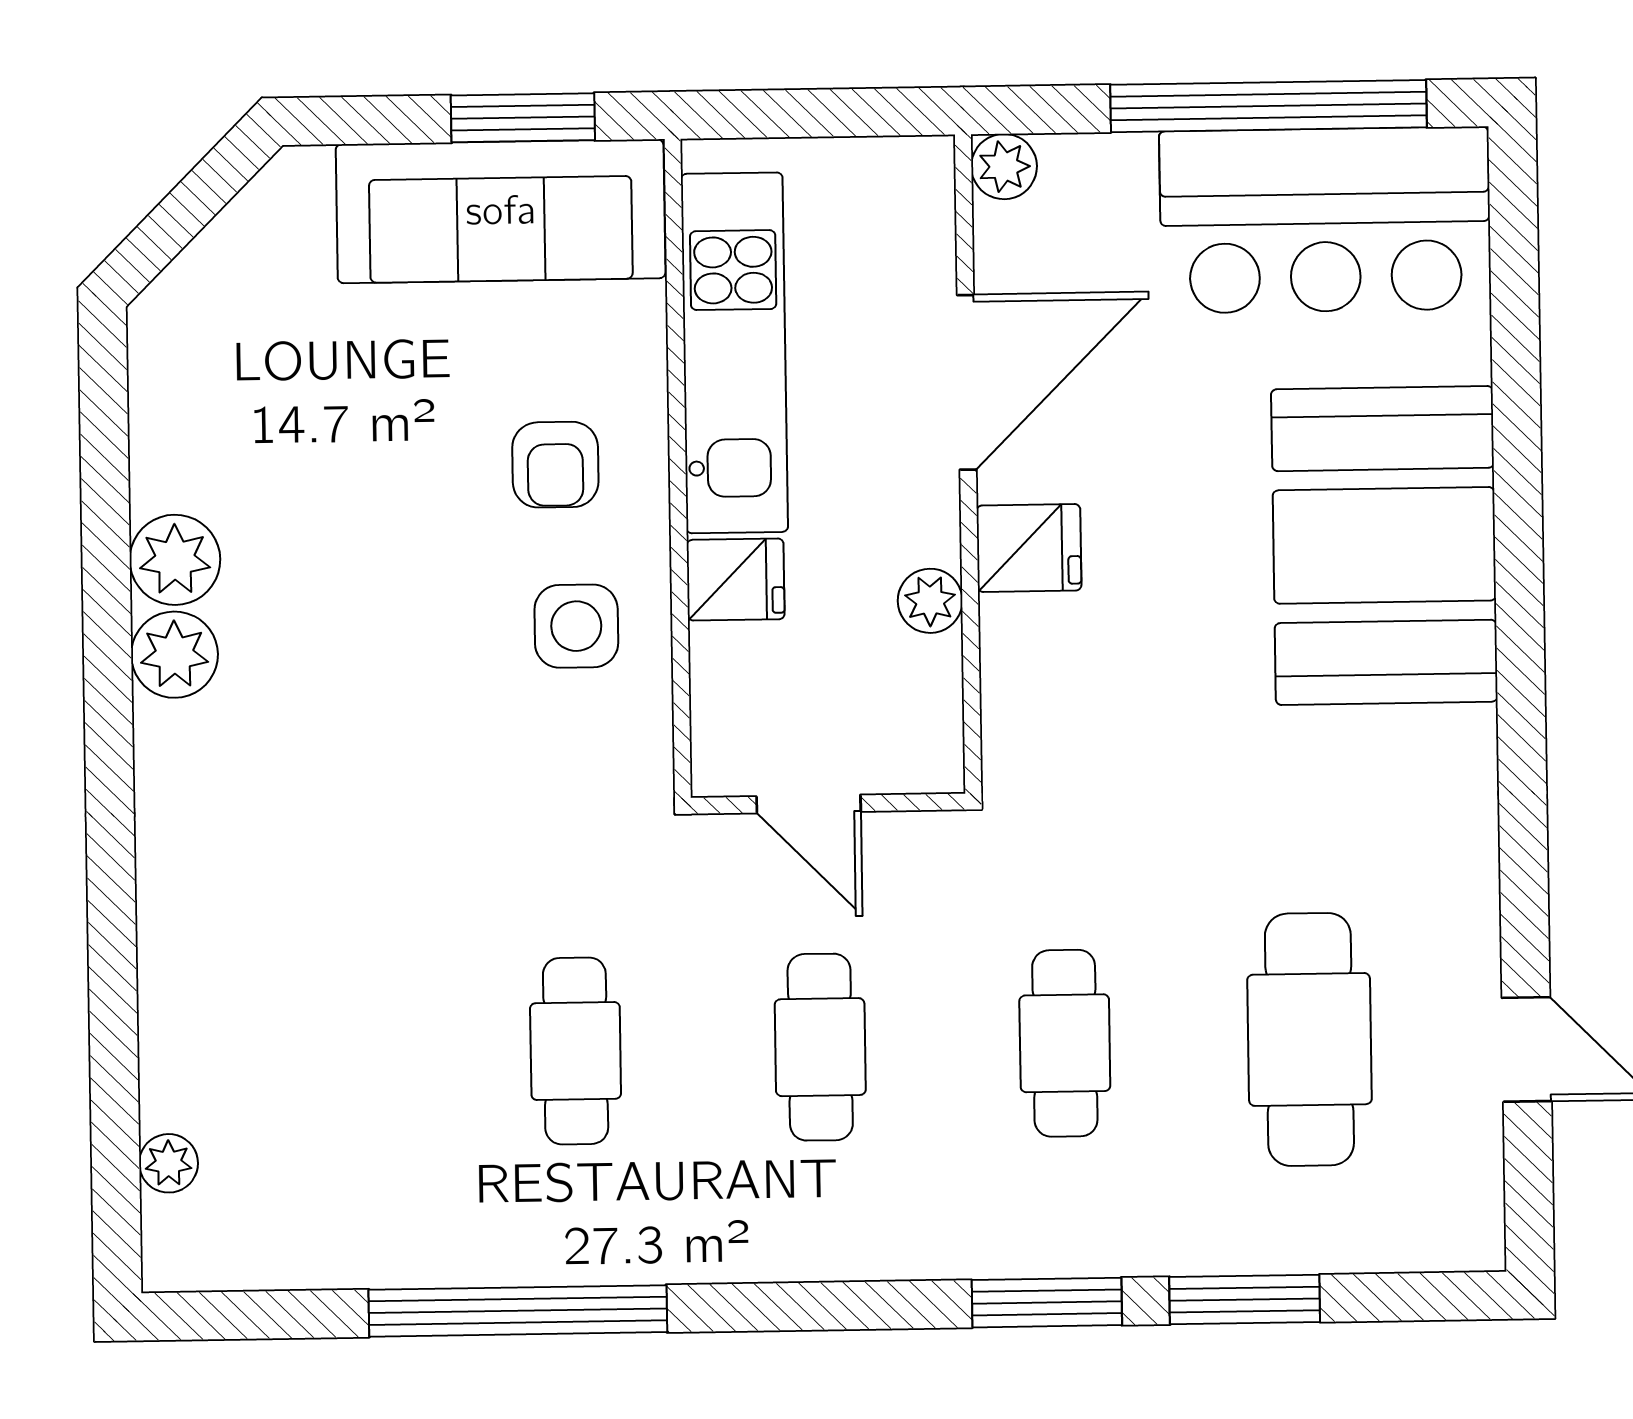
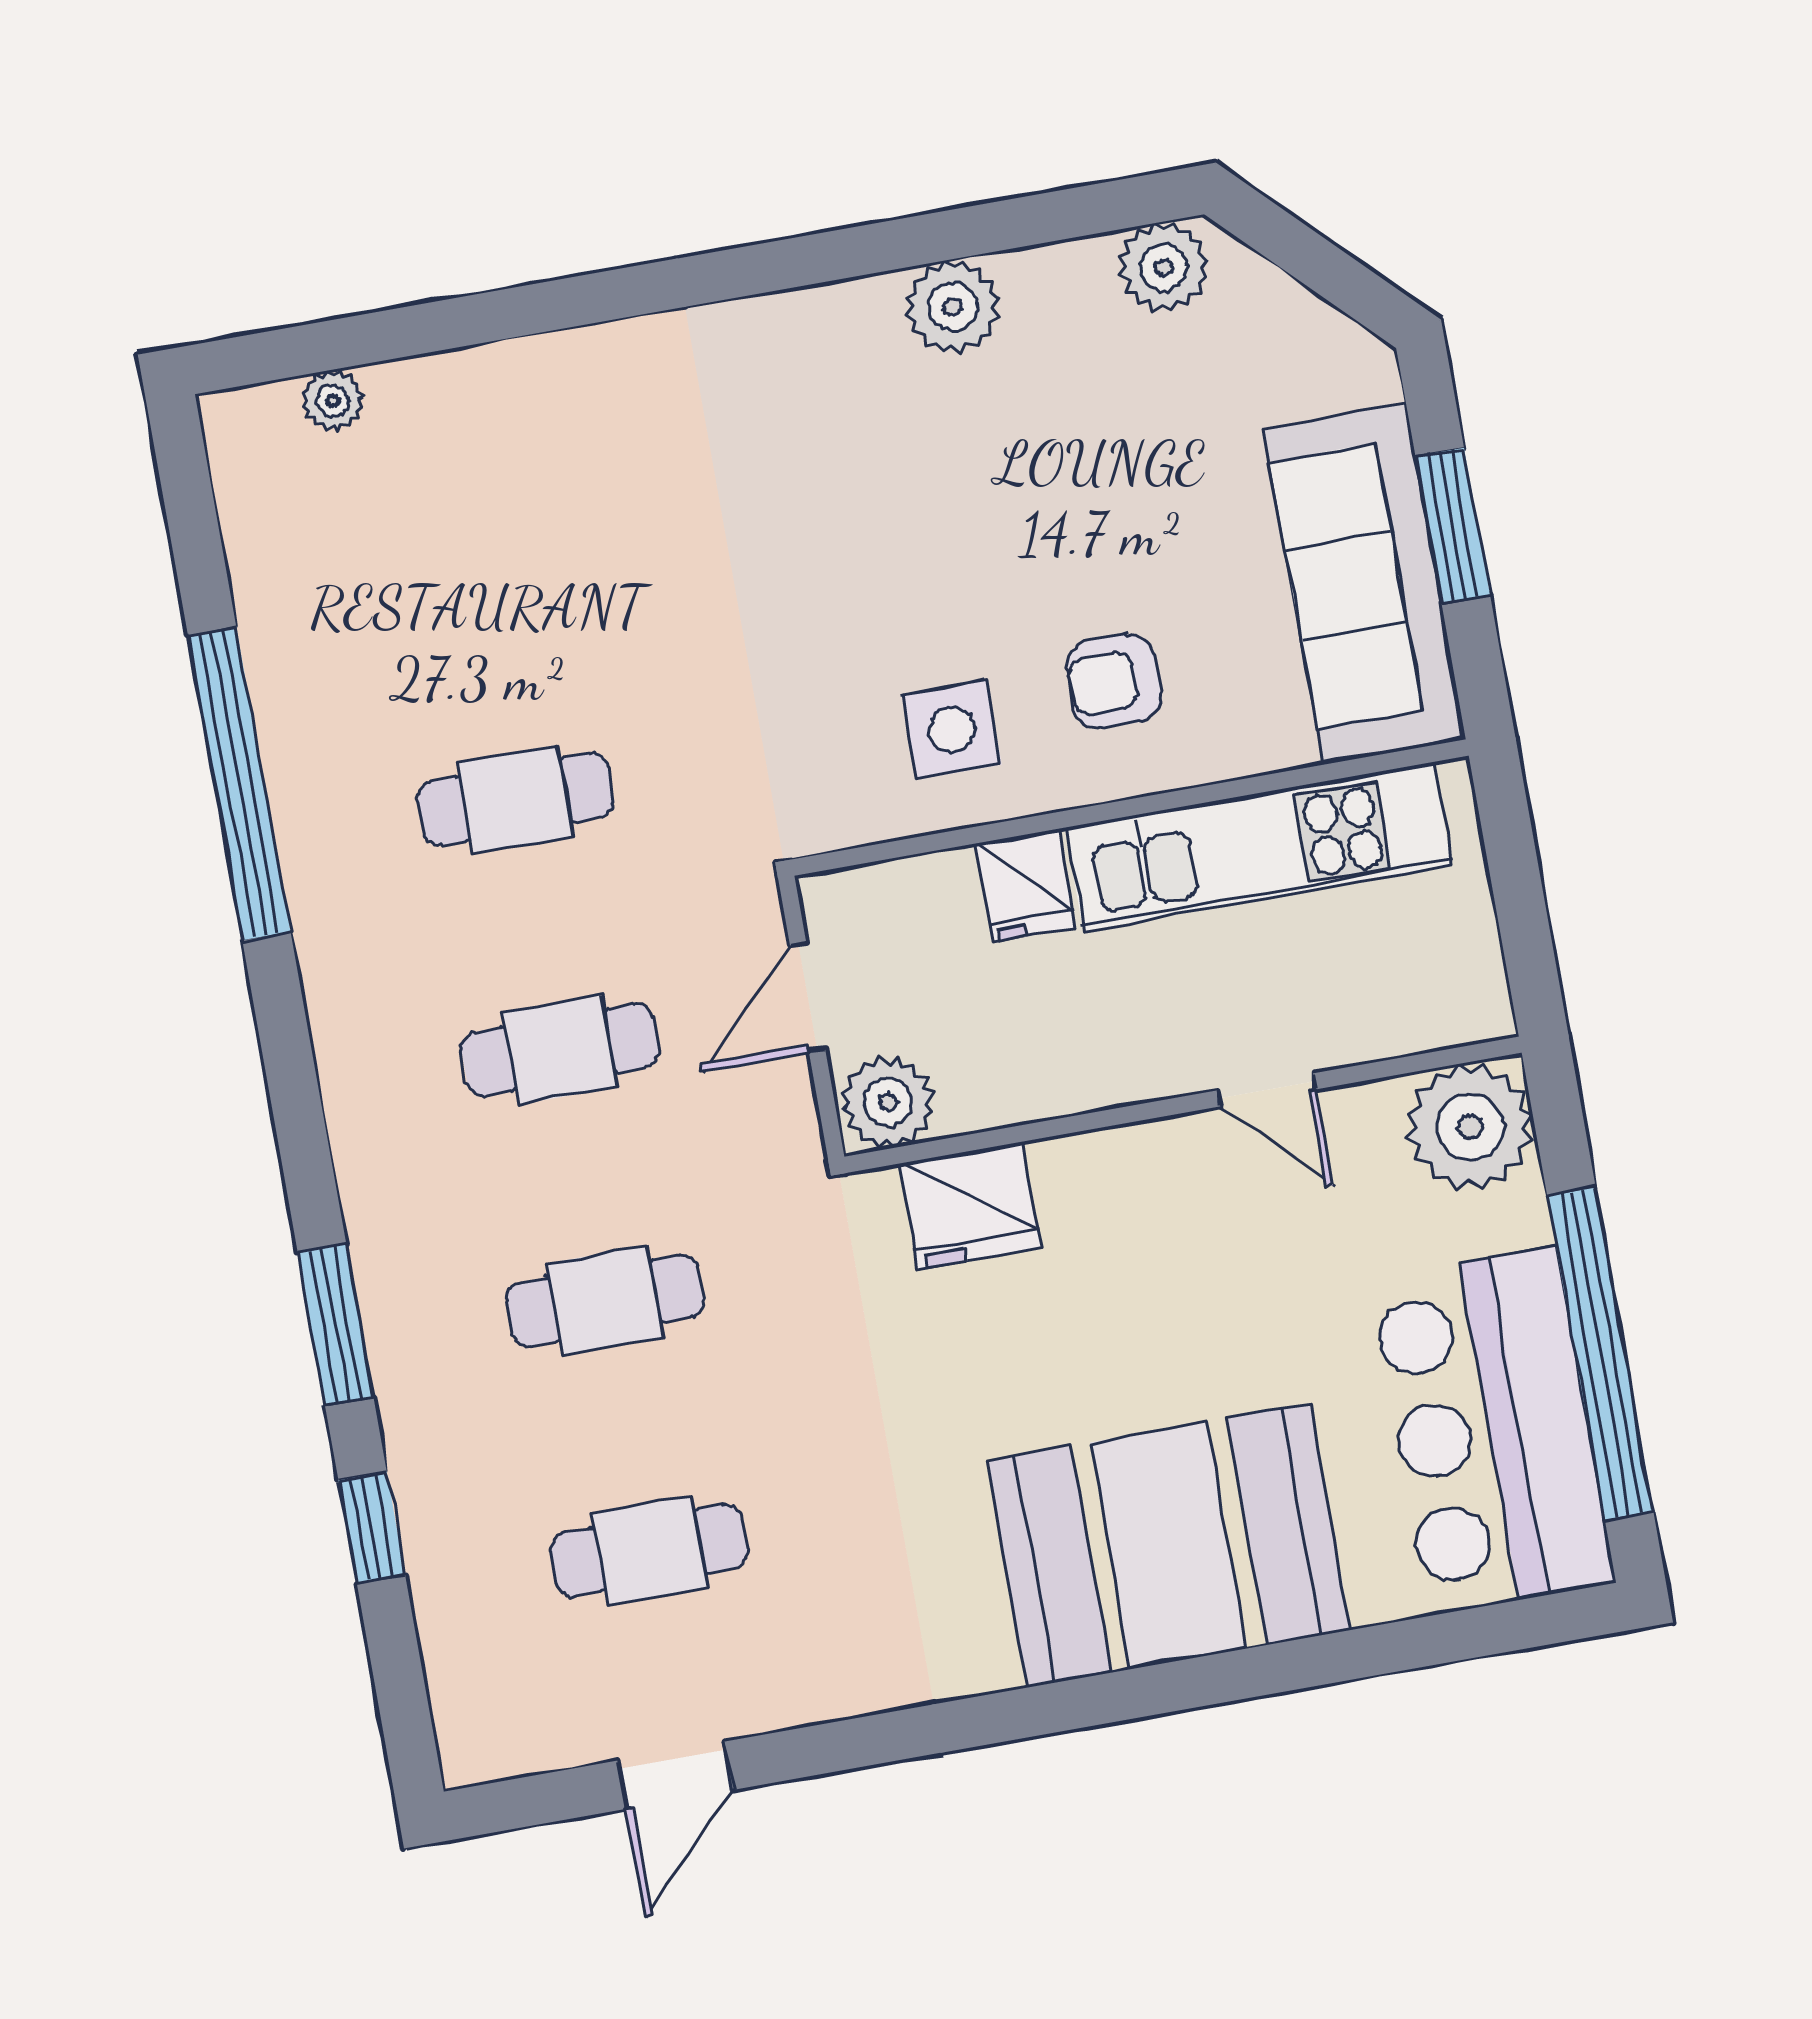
window: (523, 118) -> (1453, 525), moved
plant: (1004, 167) -> (1470, 1127), width x1.87, depth x1.87
door: (967, 382) -> (1267, 1090), width x0.53
fridge: (1029, 548) -> (970, 1206), moved, width x1.38
plant: (930, 601) -> (888, 1102), moved, width x1.38, depth x1.38
plant: (174, 655) -> (1163, 267), moved
cafe table: (1309, 1039) -> (649, 1551), width x0.73, depth x0.74
window: (1245, 1299) -> (372, 1527), width x0.67

